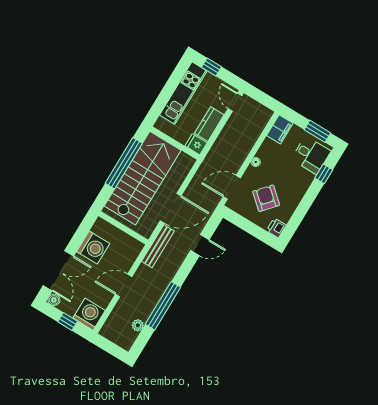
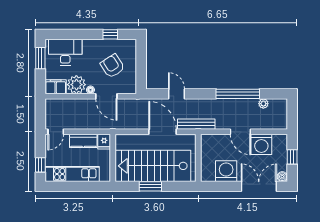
plant: (269, 151) -> (76, 85), added
desk: (311, 155) -> (65, 52), width x1.37
window: (124, 163) -> (150, 186), width x0.47
window: (324, 174) -> (110, 34), moved
door: (232, 187) -> (106, 96), moved
armchair: (266, 198) -> (112, 66), turned 106
printer: (276, 228) -> (130, 45), removed
washing machine: (89, 314) -> (261, 144), moved, turned -90

